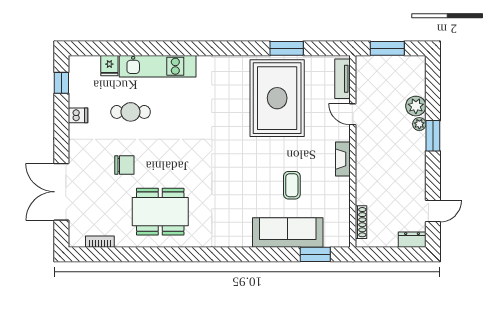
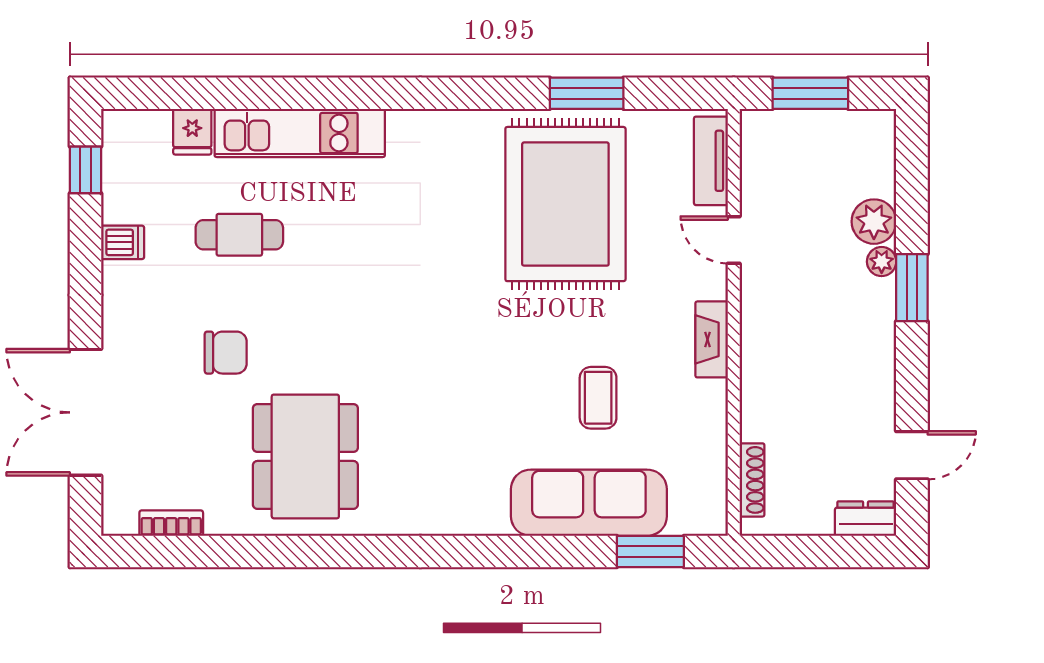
dining table: (160, 212) -> (305, 456), turned 90

